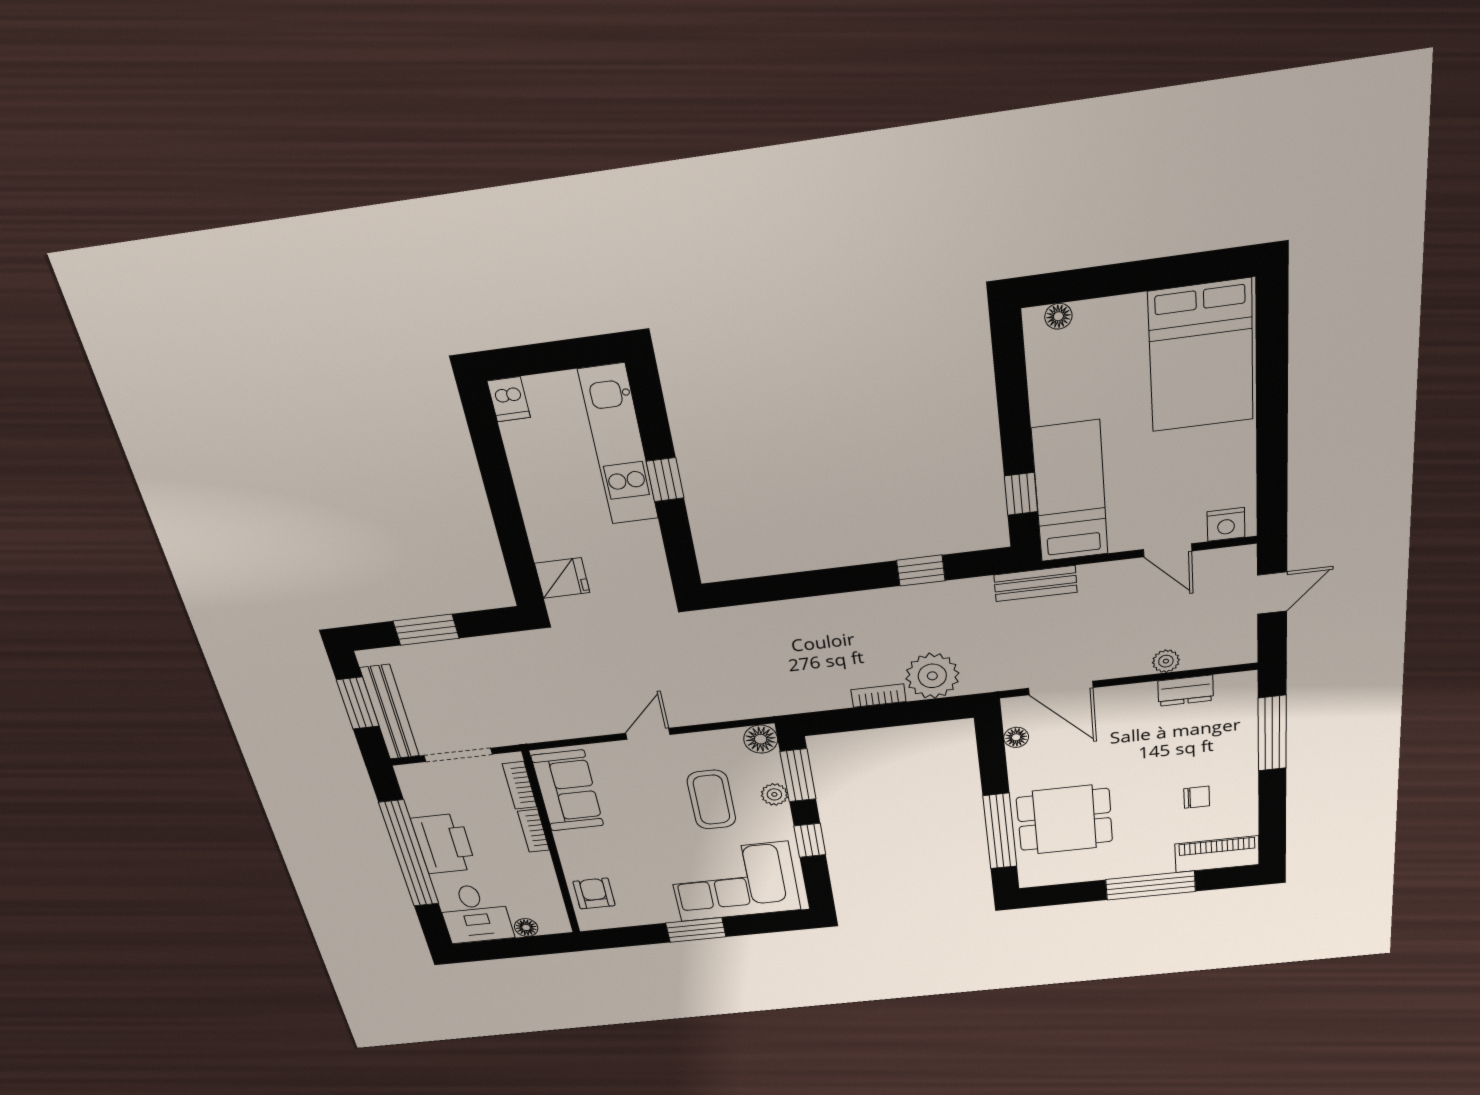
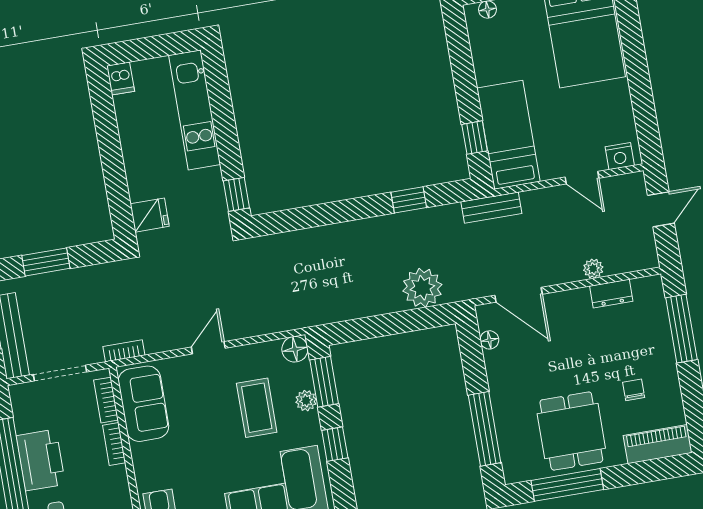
window: (665, 480) -> (236, 194), moved
bookcase: (878, 696) -> (124, 351), moved
chair: (1197, 797) -> (634, 390), turned -90
dining table: (1065, 820) -> (571, 431), moved, turned 90
window: (1151, 886) -> (567, 485), moved

